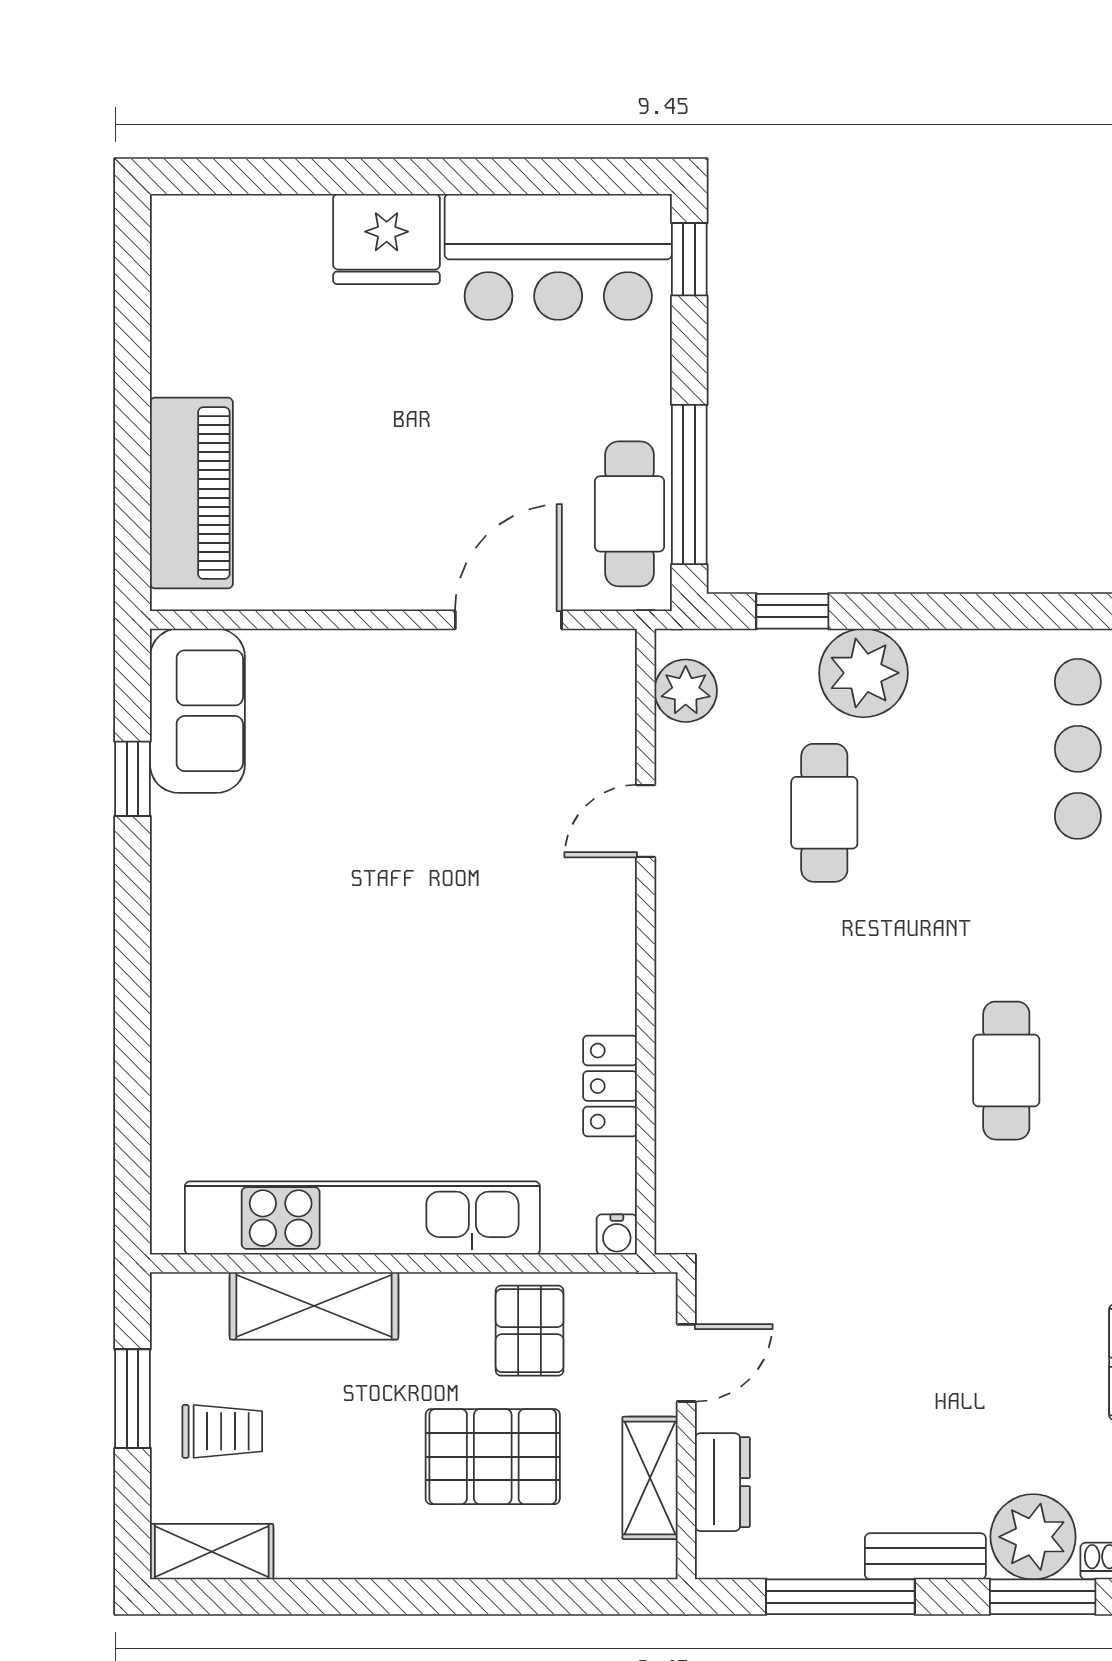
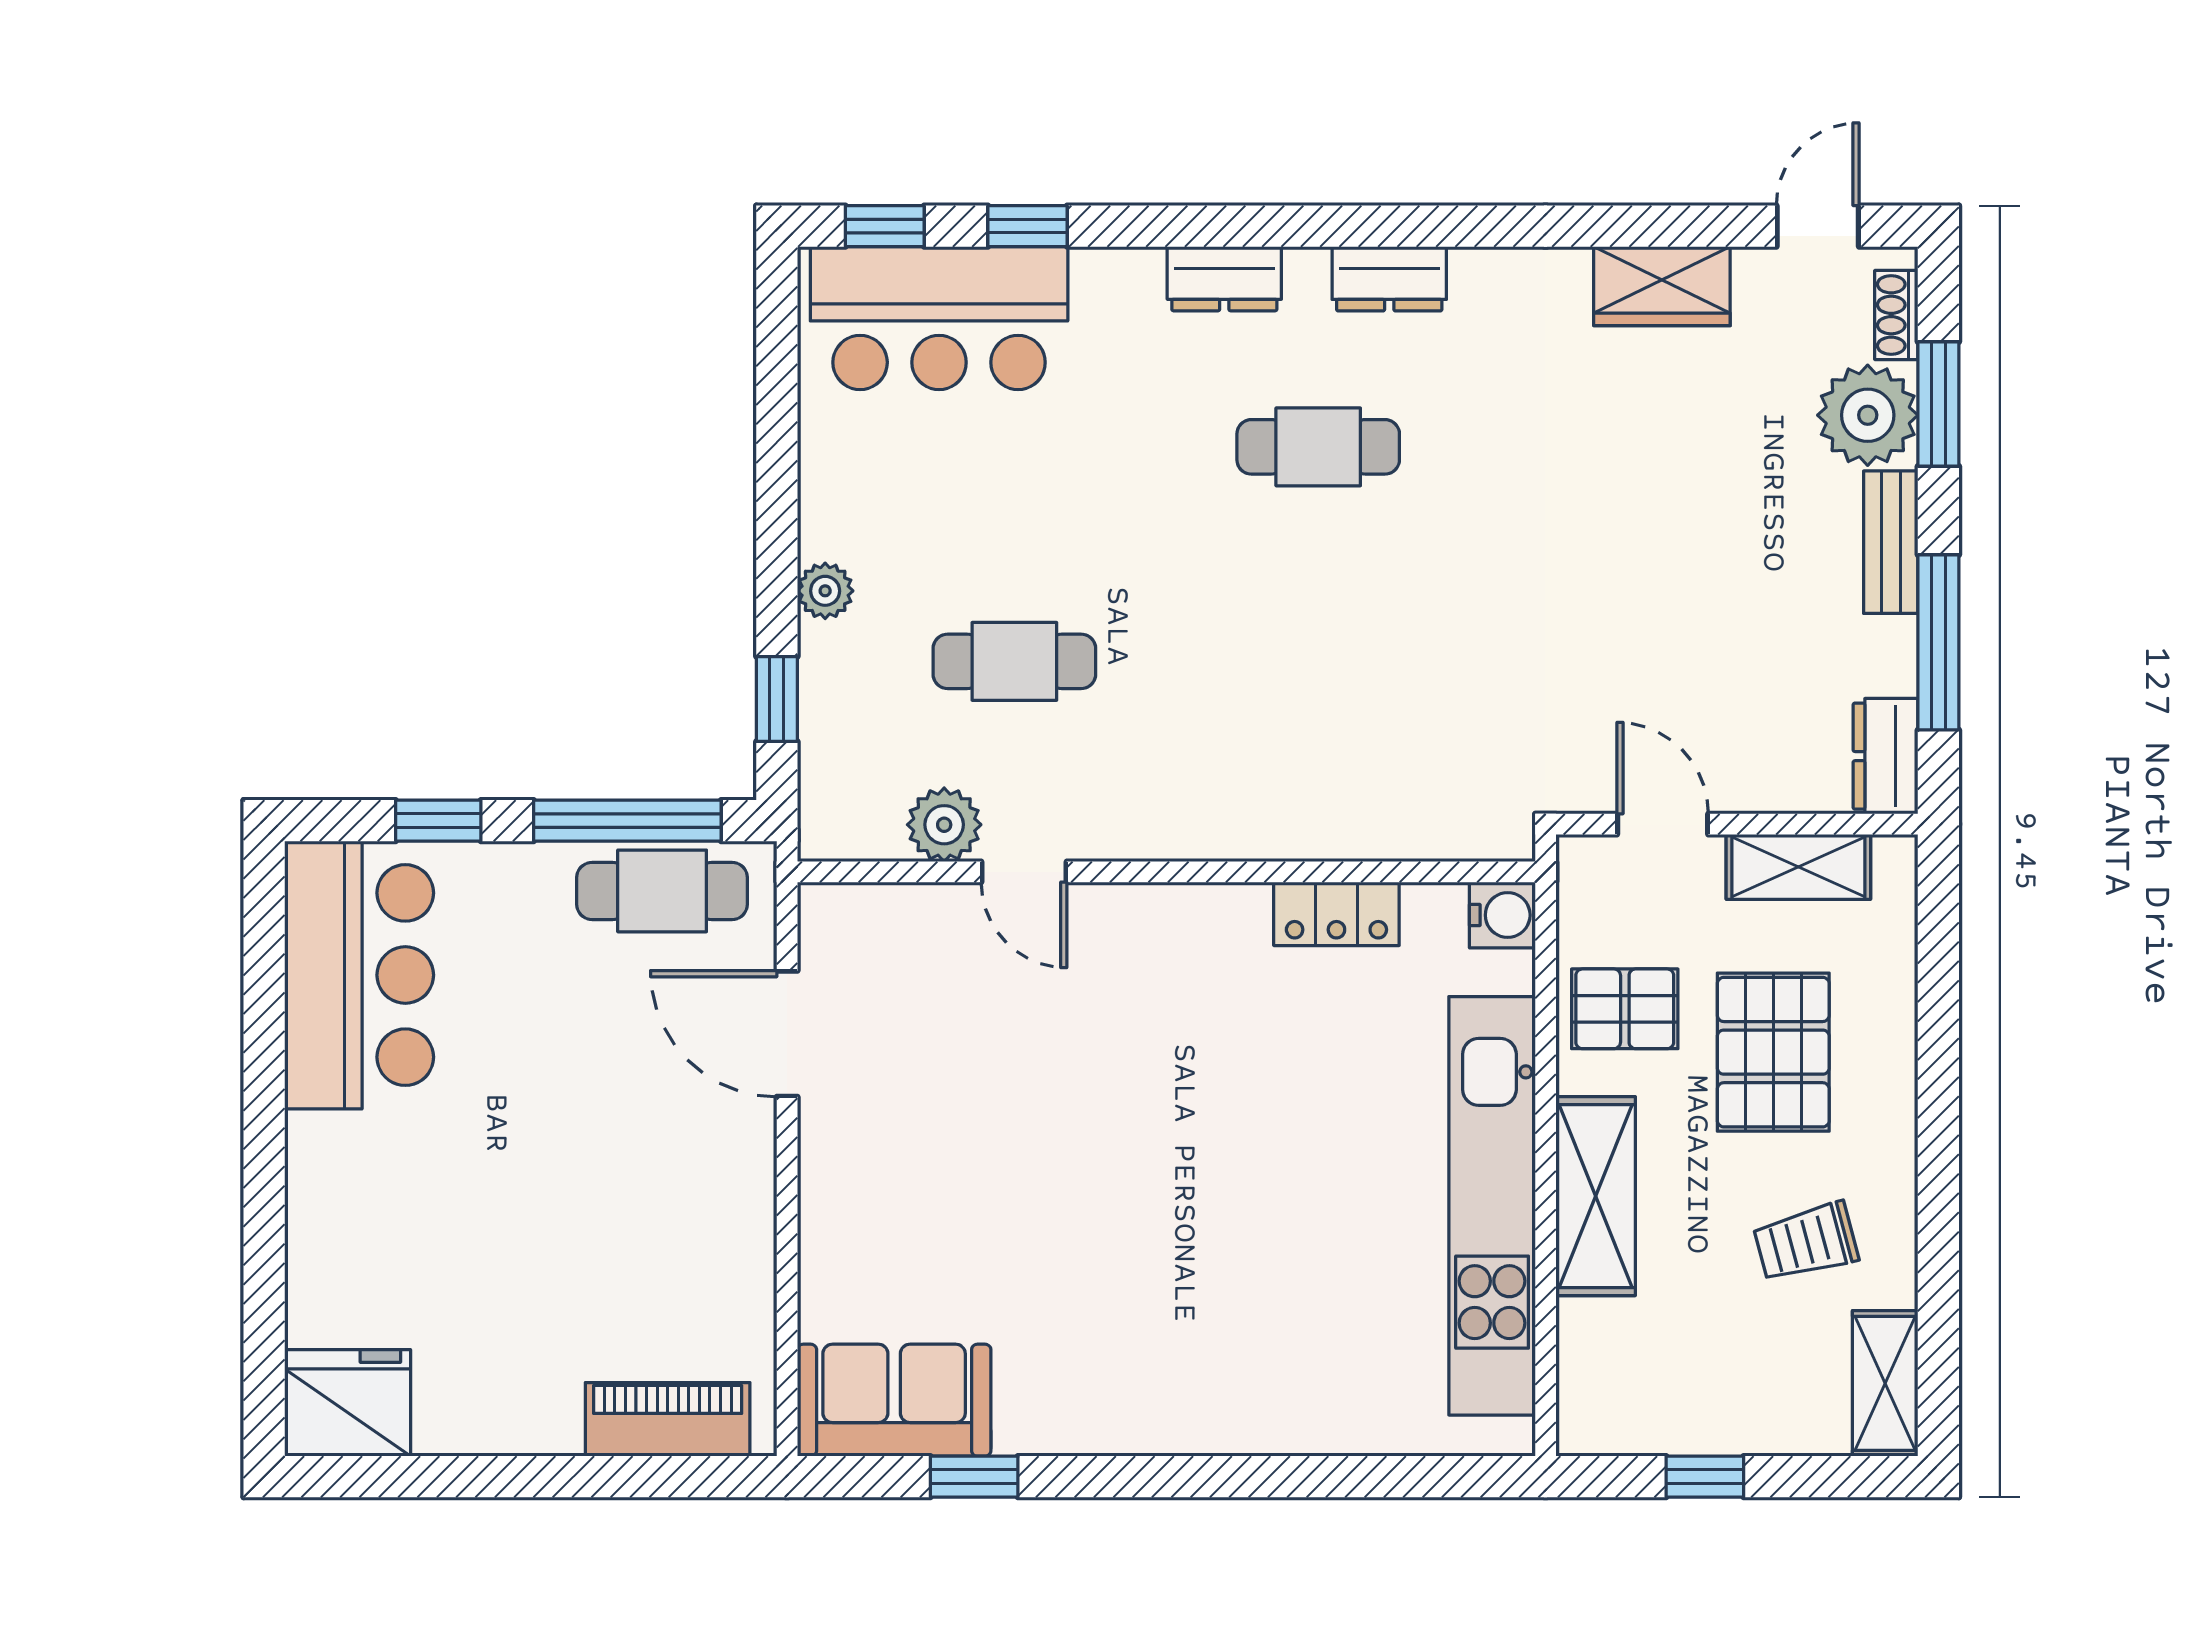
fridge: (387, 239) -> (348, 1403), moved, turned -90
window: (689, 259) -> (438, 821), moved
piano: (191, 493) -> (668, 1419), width x0.73, depth x0.75
plant: (863, 673) -> (825, 591), width x0.53, depth x0.53
plant: (686, 691) -> (944, 825), moved
water cooler: (617, 1235) -> (1502, 915), width x1.38, depth x1.38
shelving: (314, 1306) -> (1596, 1196), moved
window: (133, 1399) -> (1705, 1477), width x0.67
trolley: (222, 1431) -> (1806, 1242), moved, turned -105
dresser: (722, 1482) -> (1886, 756), moved, turned -90

